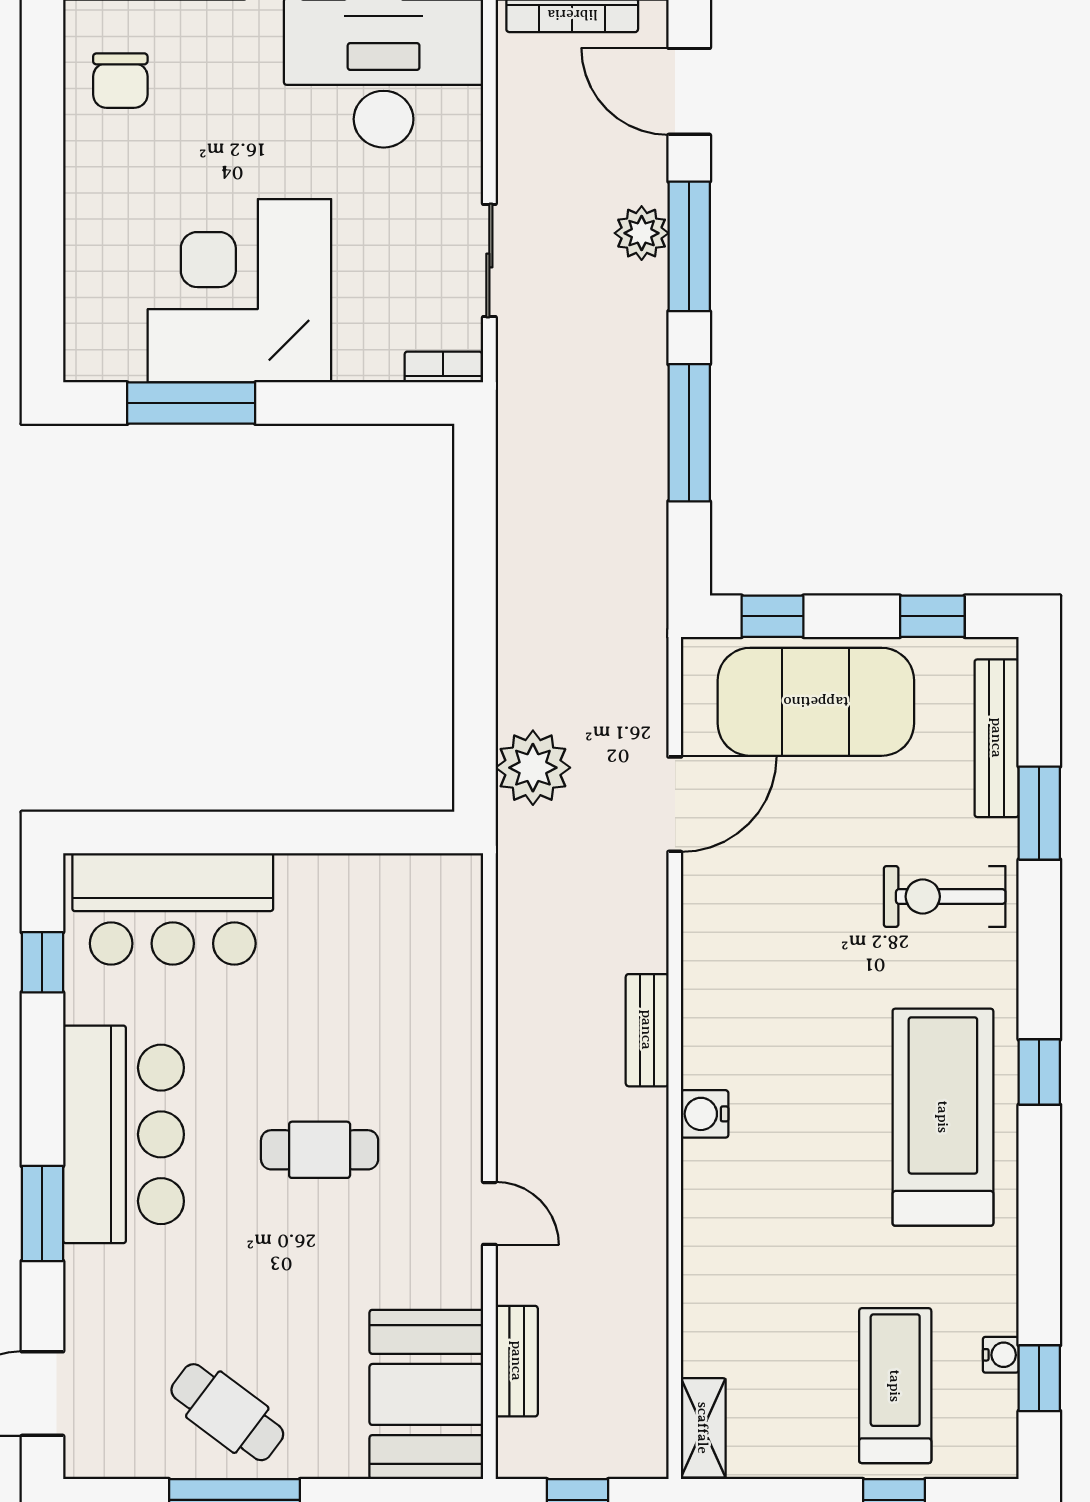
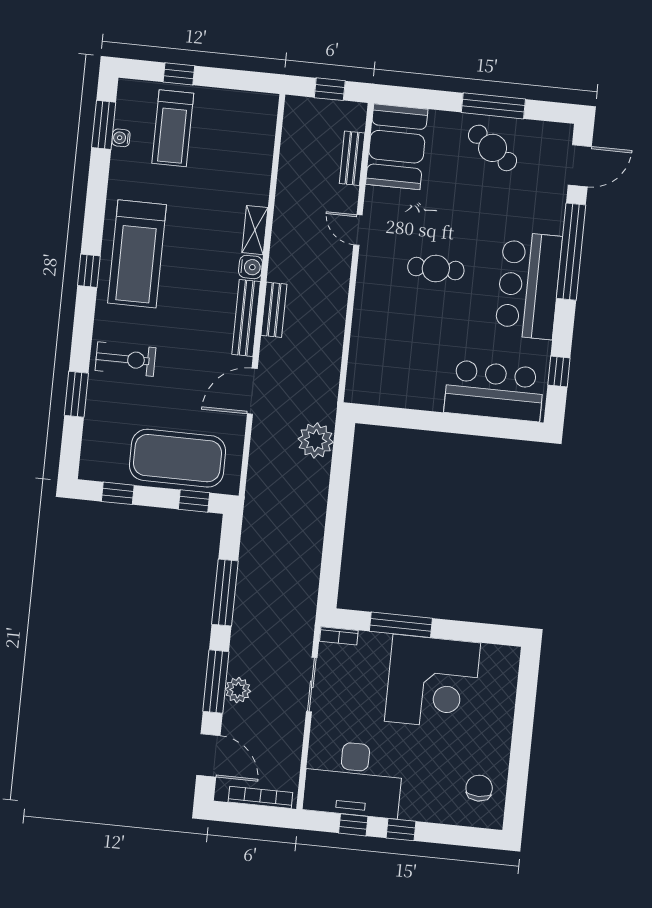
window: (191, 403) -> (401, 625), moved
bench: (997, 738) -> (246, 318), moved
door: (675, 804) -> (252, 391), moved
window: (42, 1213) -> (571, 252), width x2.11
window: (1039, 1378) -> (104, 125), width x1.50
shelving: (703, 1428) -> (255, 230), moved

